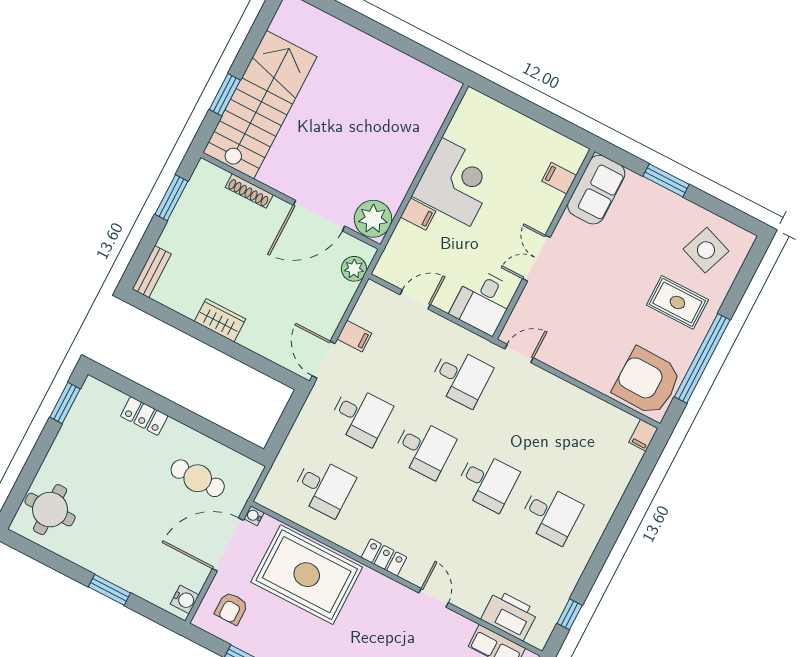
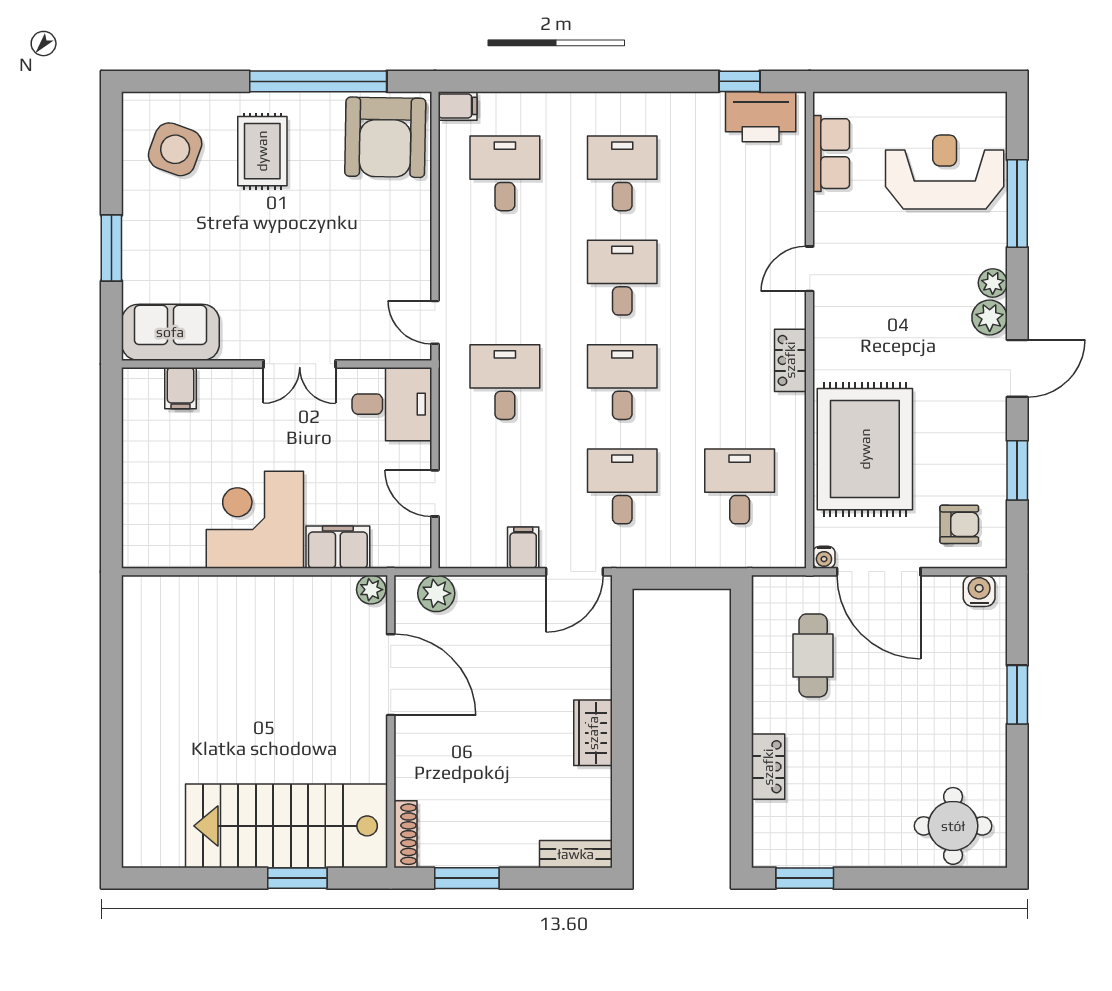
shoe rack: (249, 191) -> (406, 834), moved
filing cabinet: (418, 214) -> (338, 547), width x2.00
plant: (373, 219) -> (371, 590), width x0.53, depth x0.53
desk: (588, 443) -> (505, 173), added
printer: (509, 615) -> (761, 117), moved, turned -90

